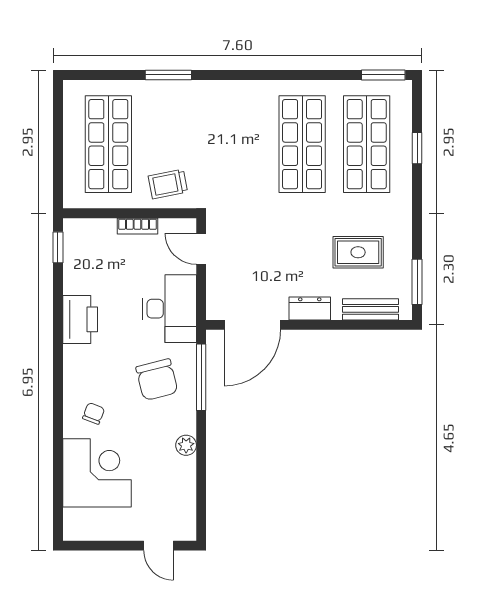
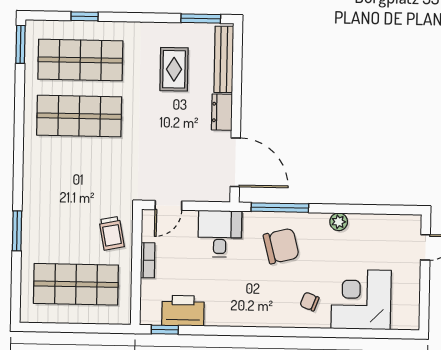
desk: (170, 309) -> (220, 234), width x0.73
bench: (371, 309) -> (224, 59), width x1.36
printer: (80, 319) -> (183, 311), moved

